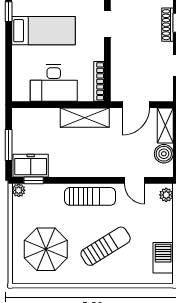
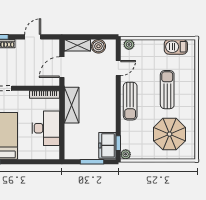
door: (136, 105) -> (62, 67), swing flipped
sun lounger: (90, 196) -> (130, 101), turned 180
sun lounger: (106, 246) -> (167, 90), turned 32

